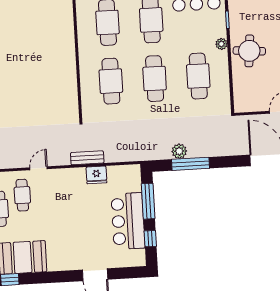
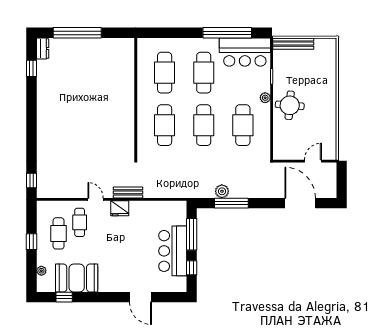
bench: (87, 158) -> (128, 192), moved
door: (39, 168) -> (96, 199), hinge flipped
fridge: (96, 175) -> (120, 208), moved

